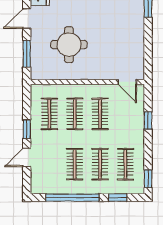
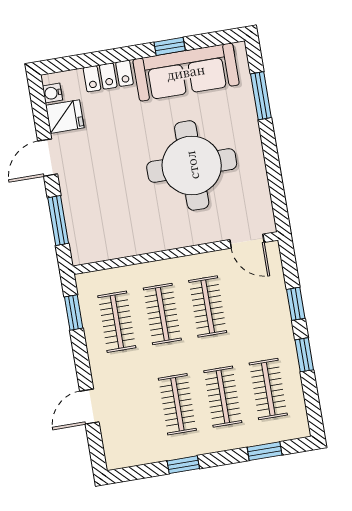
round table: (69, 45) -> (192, 165), moved, width x1.36, depth x1.36
window: (27, 129) -> (74, 313), moved
window: (148, 179) -> (304, 355), moved
window: (72, 198) -> (183, 465), width x0.32

